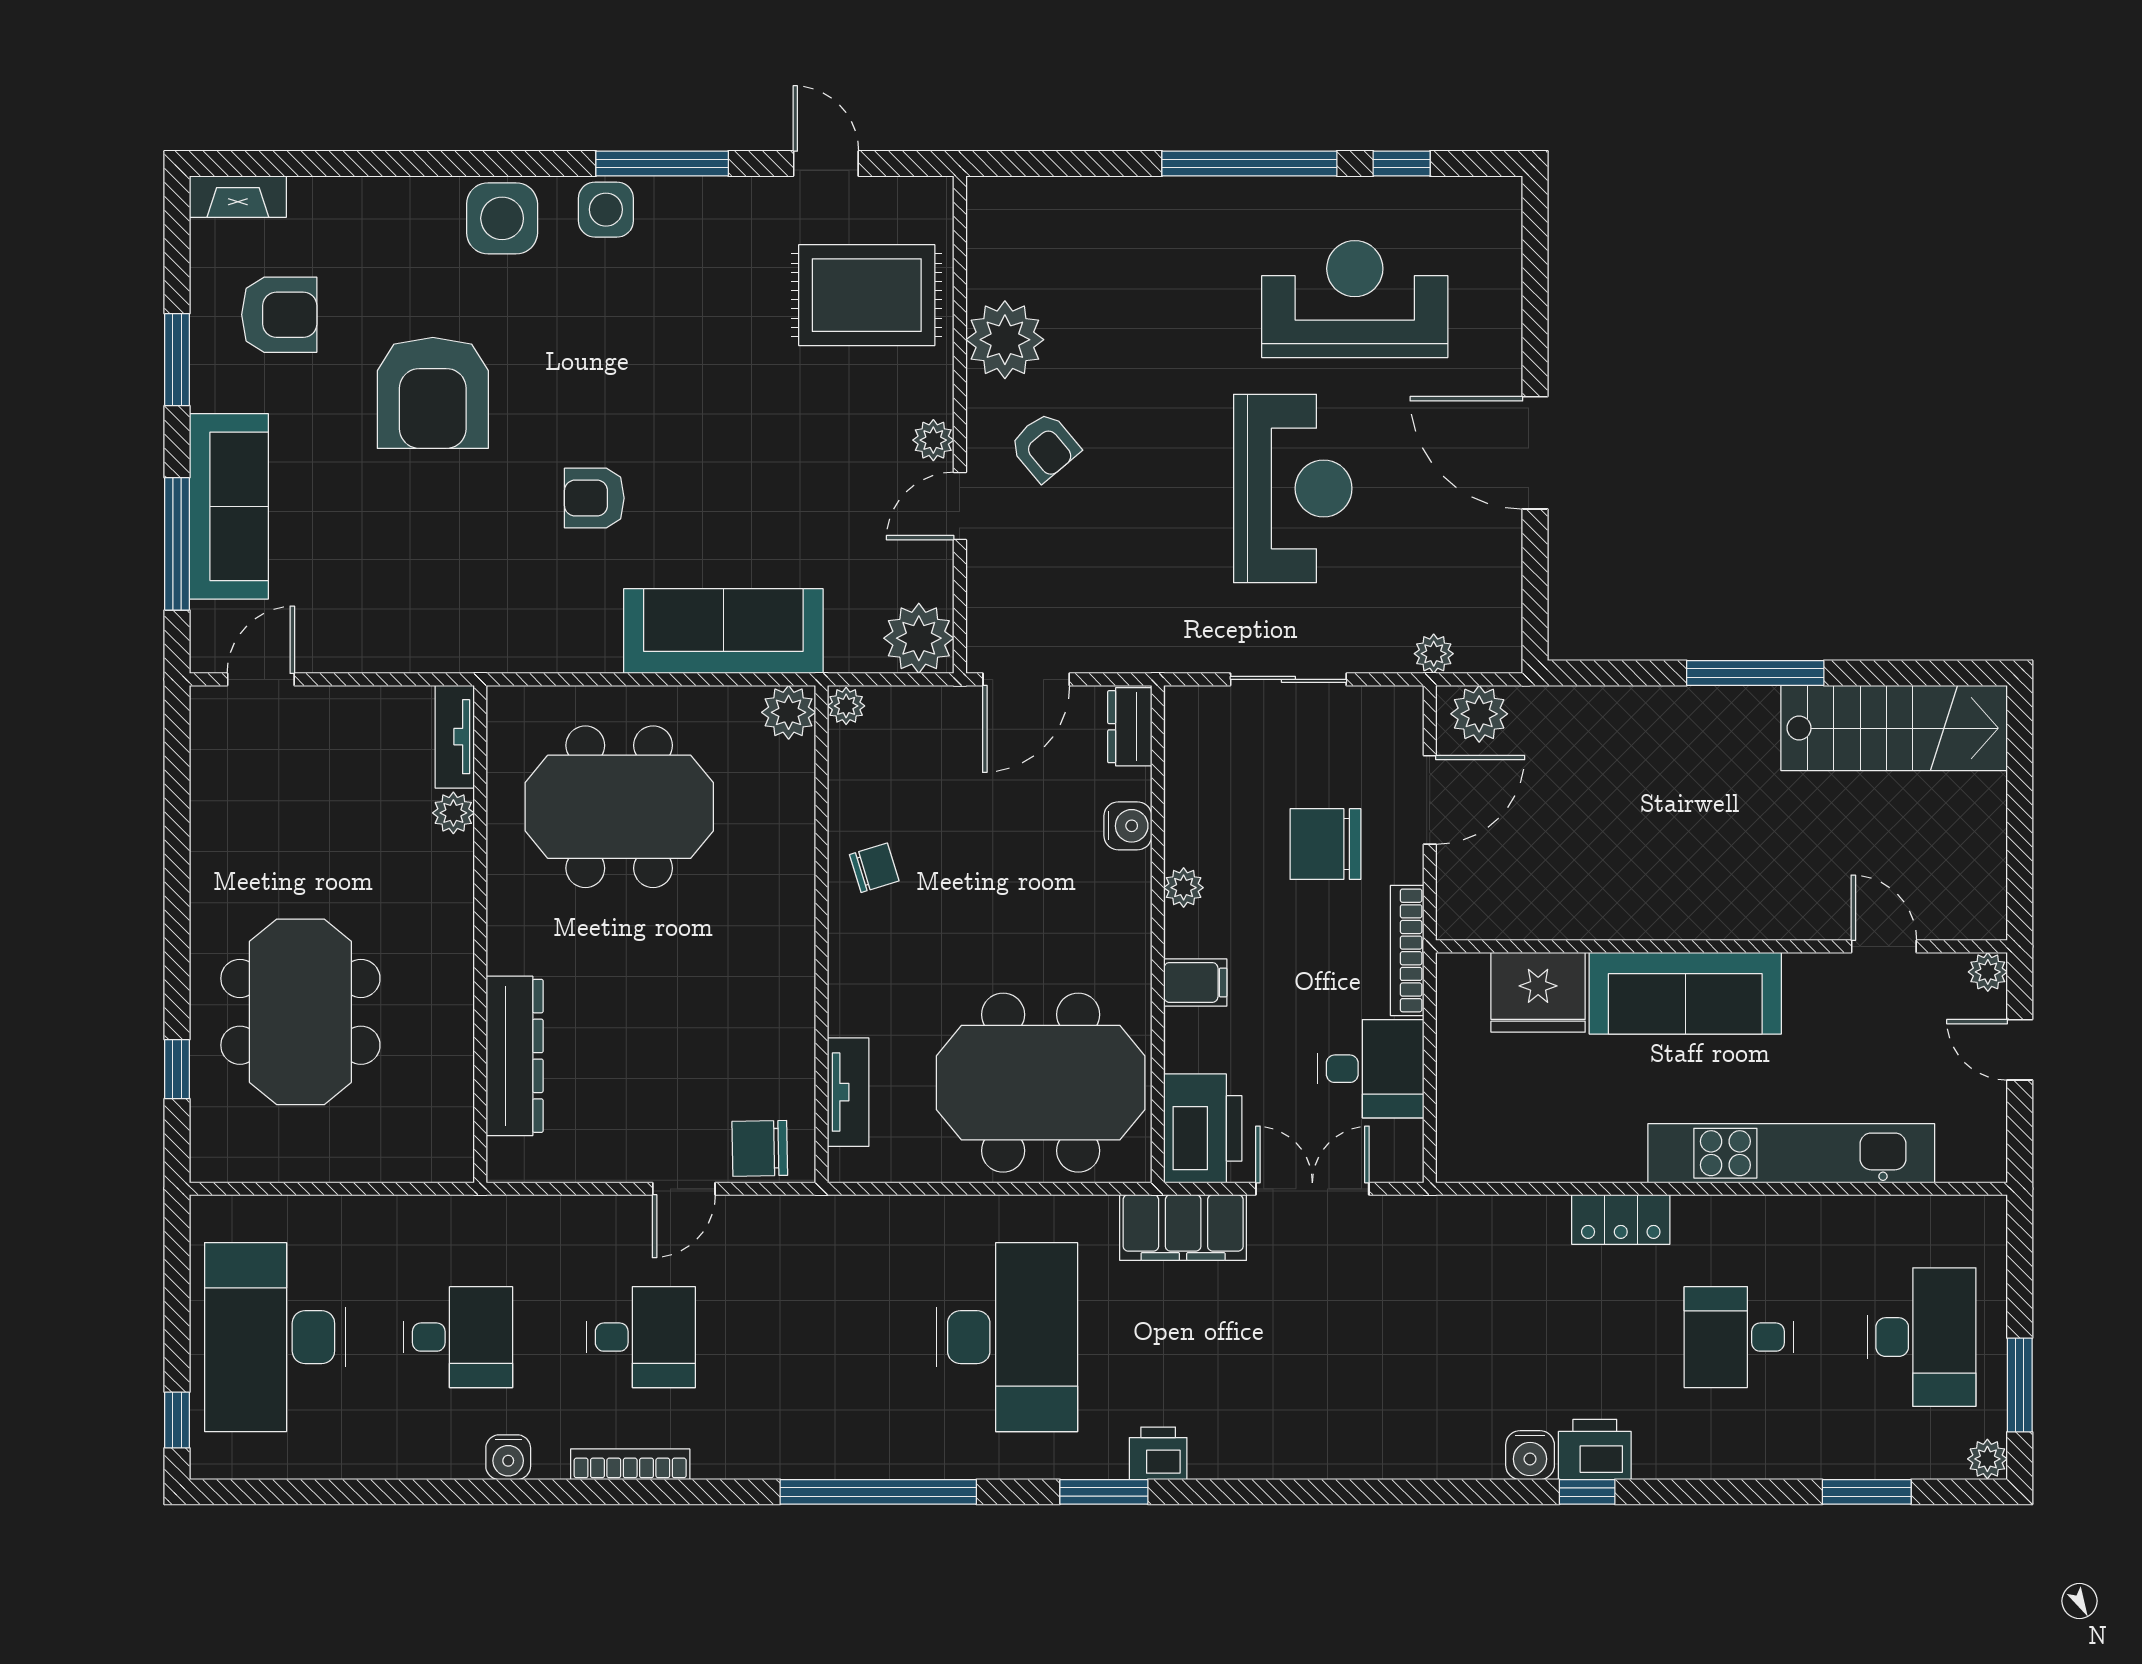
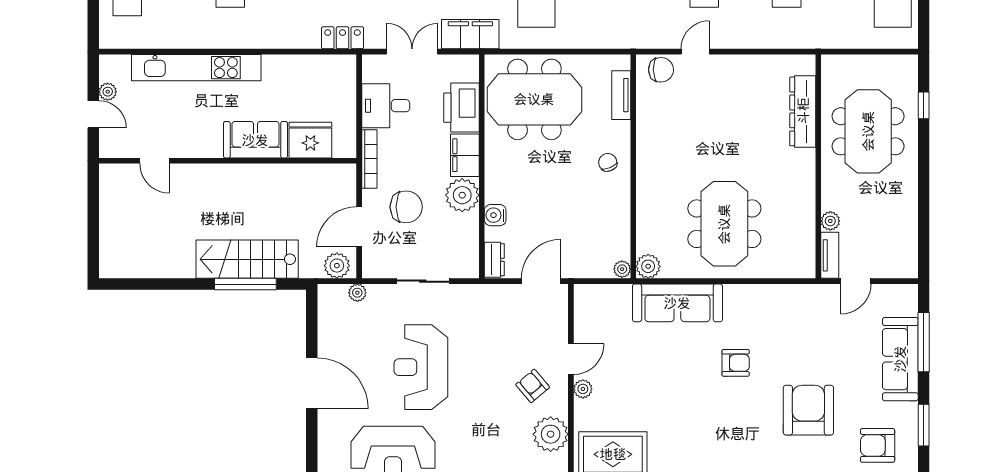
plant: (919, 638) -> (589, 300), removed
window: (1755, 673) -> (245, 284), moved
door: (261, 679) -> (856, 281), moved
stairs: (1894, 728) -> (247, 259), moved
tv unit: (455, 737) -> (830, 255), moved
meeting table: (619, 807) -> (724, 224), turned 90
plant: (453, 813) -> (830, 221), moved
chair: (874, 868) -> (608, 162), moved, turned 85
plant: (1184, 888) -> (462, 195), width x1.88, depth x1.88
wall: (480, 934) -> (818, 166), moved
plant: (1988, 972) -> (108, 92), moved
filing cabinet: (1195, 982) -> (465, 155), width x2.00
sofa: (1685, 993) -> (255, 140), width x0.73
dresser: (515, 1056) -> (803, 111), moved
printer: (1203, 1128) -> (461, 108), moved
double door: (1312, 1189) -> (412, 52), swing flipped
locker: (1621, 1219) -> (343, 38), moved

